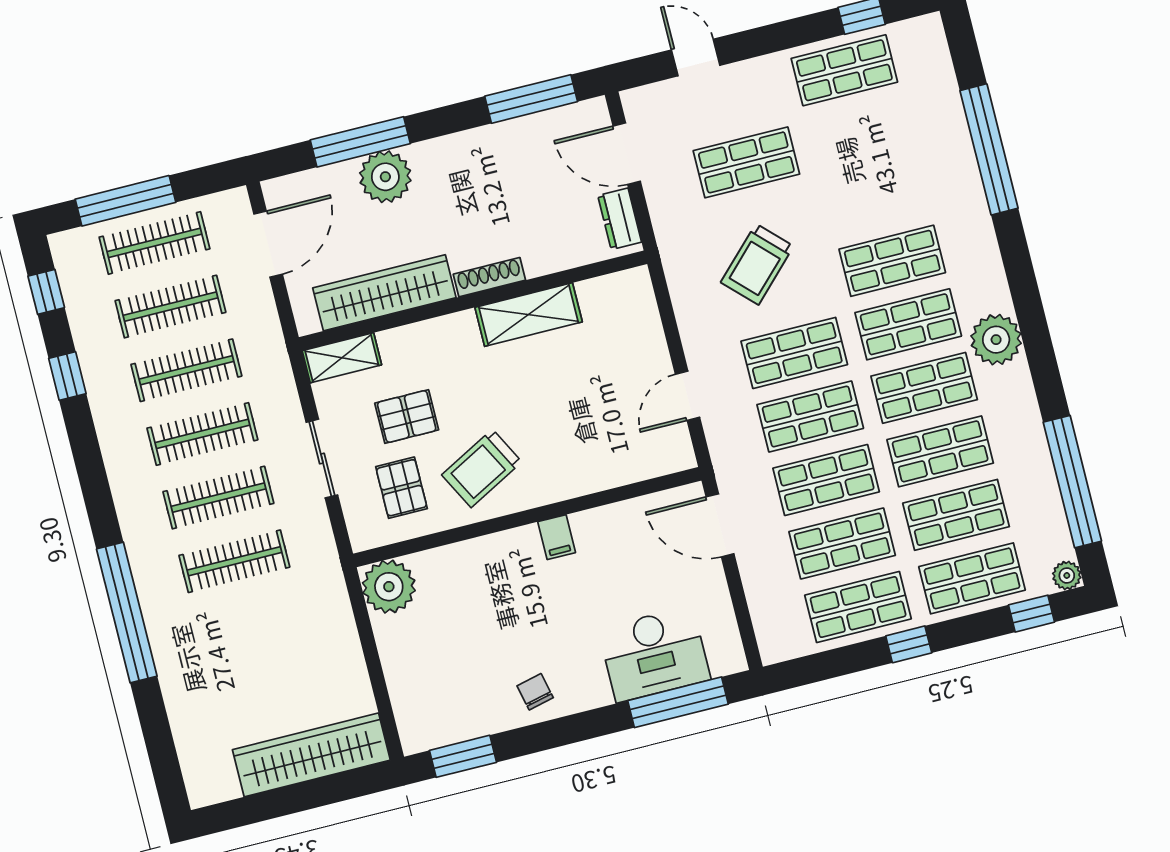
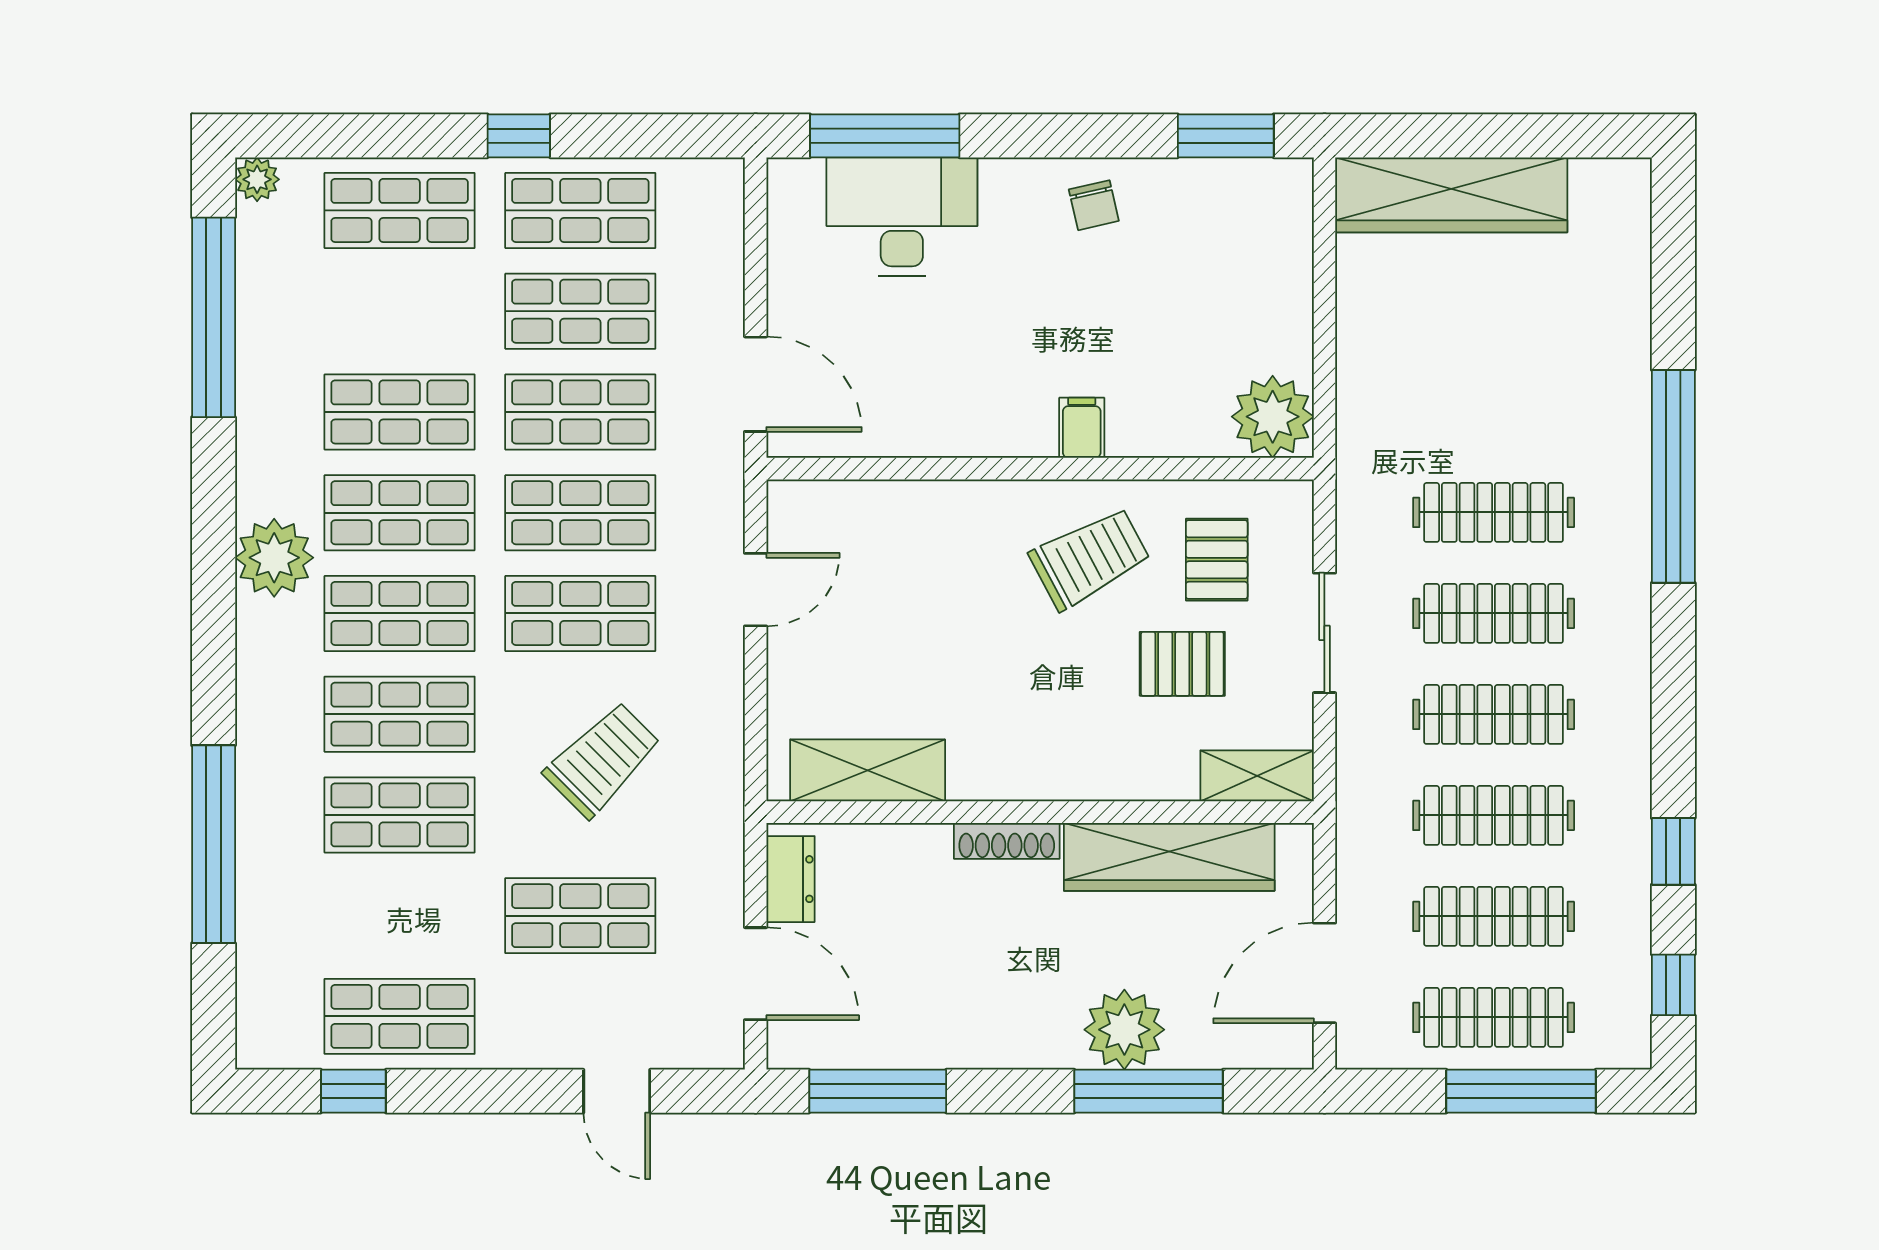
shelving: (529, 315) -> (868, 770), moved
shop shelf: (956, 515) -> (400, 815), moved
filing cabinet: (557, 537) -> (1082, 428), moved
window: (1032, 614) -> (324, 136), removed

